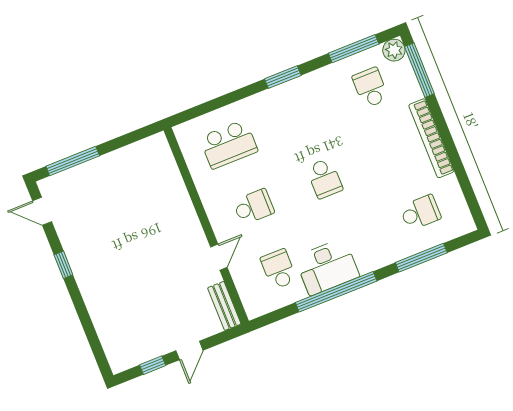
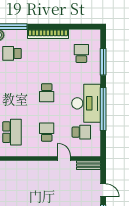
school desk: (325, 178) -> (47, 93), turned 90
desk: (327, 267) -> (86, 103), width x1.36, depth x1.30
school desk: (279, 269) -> (81, 132), turned 180

